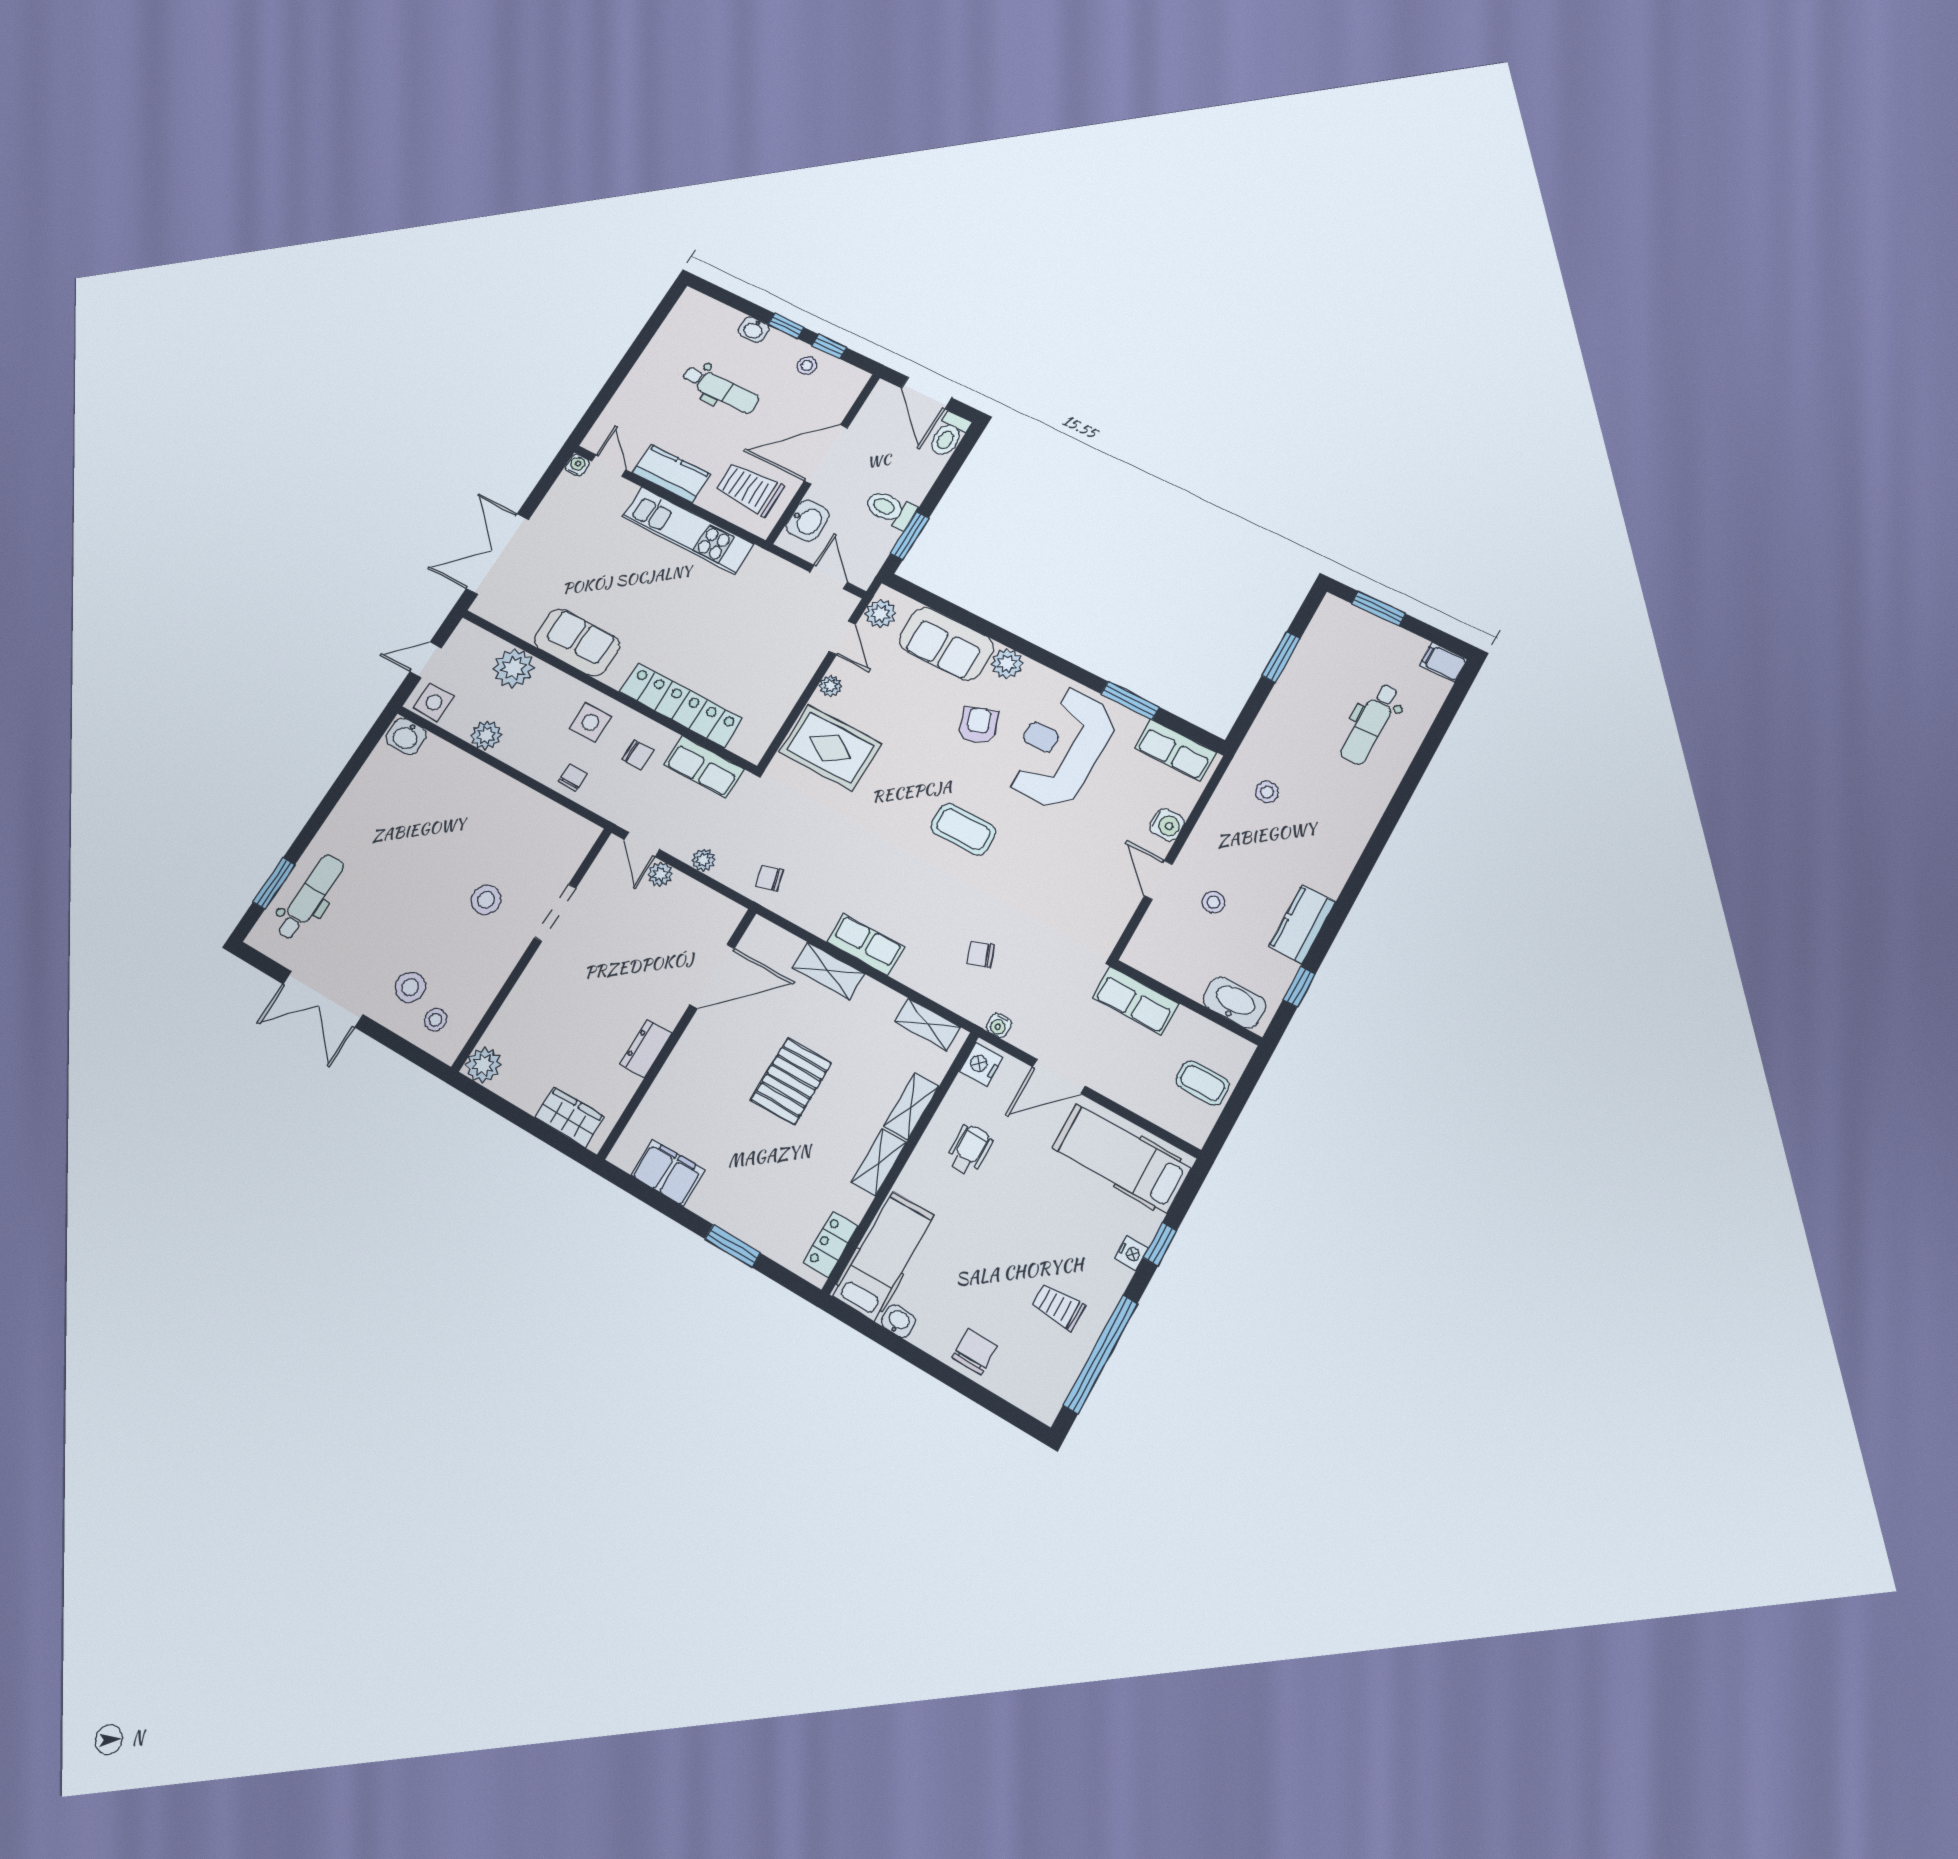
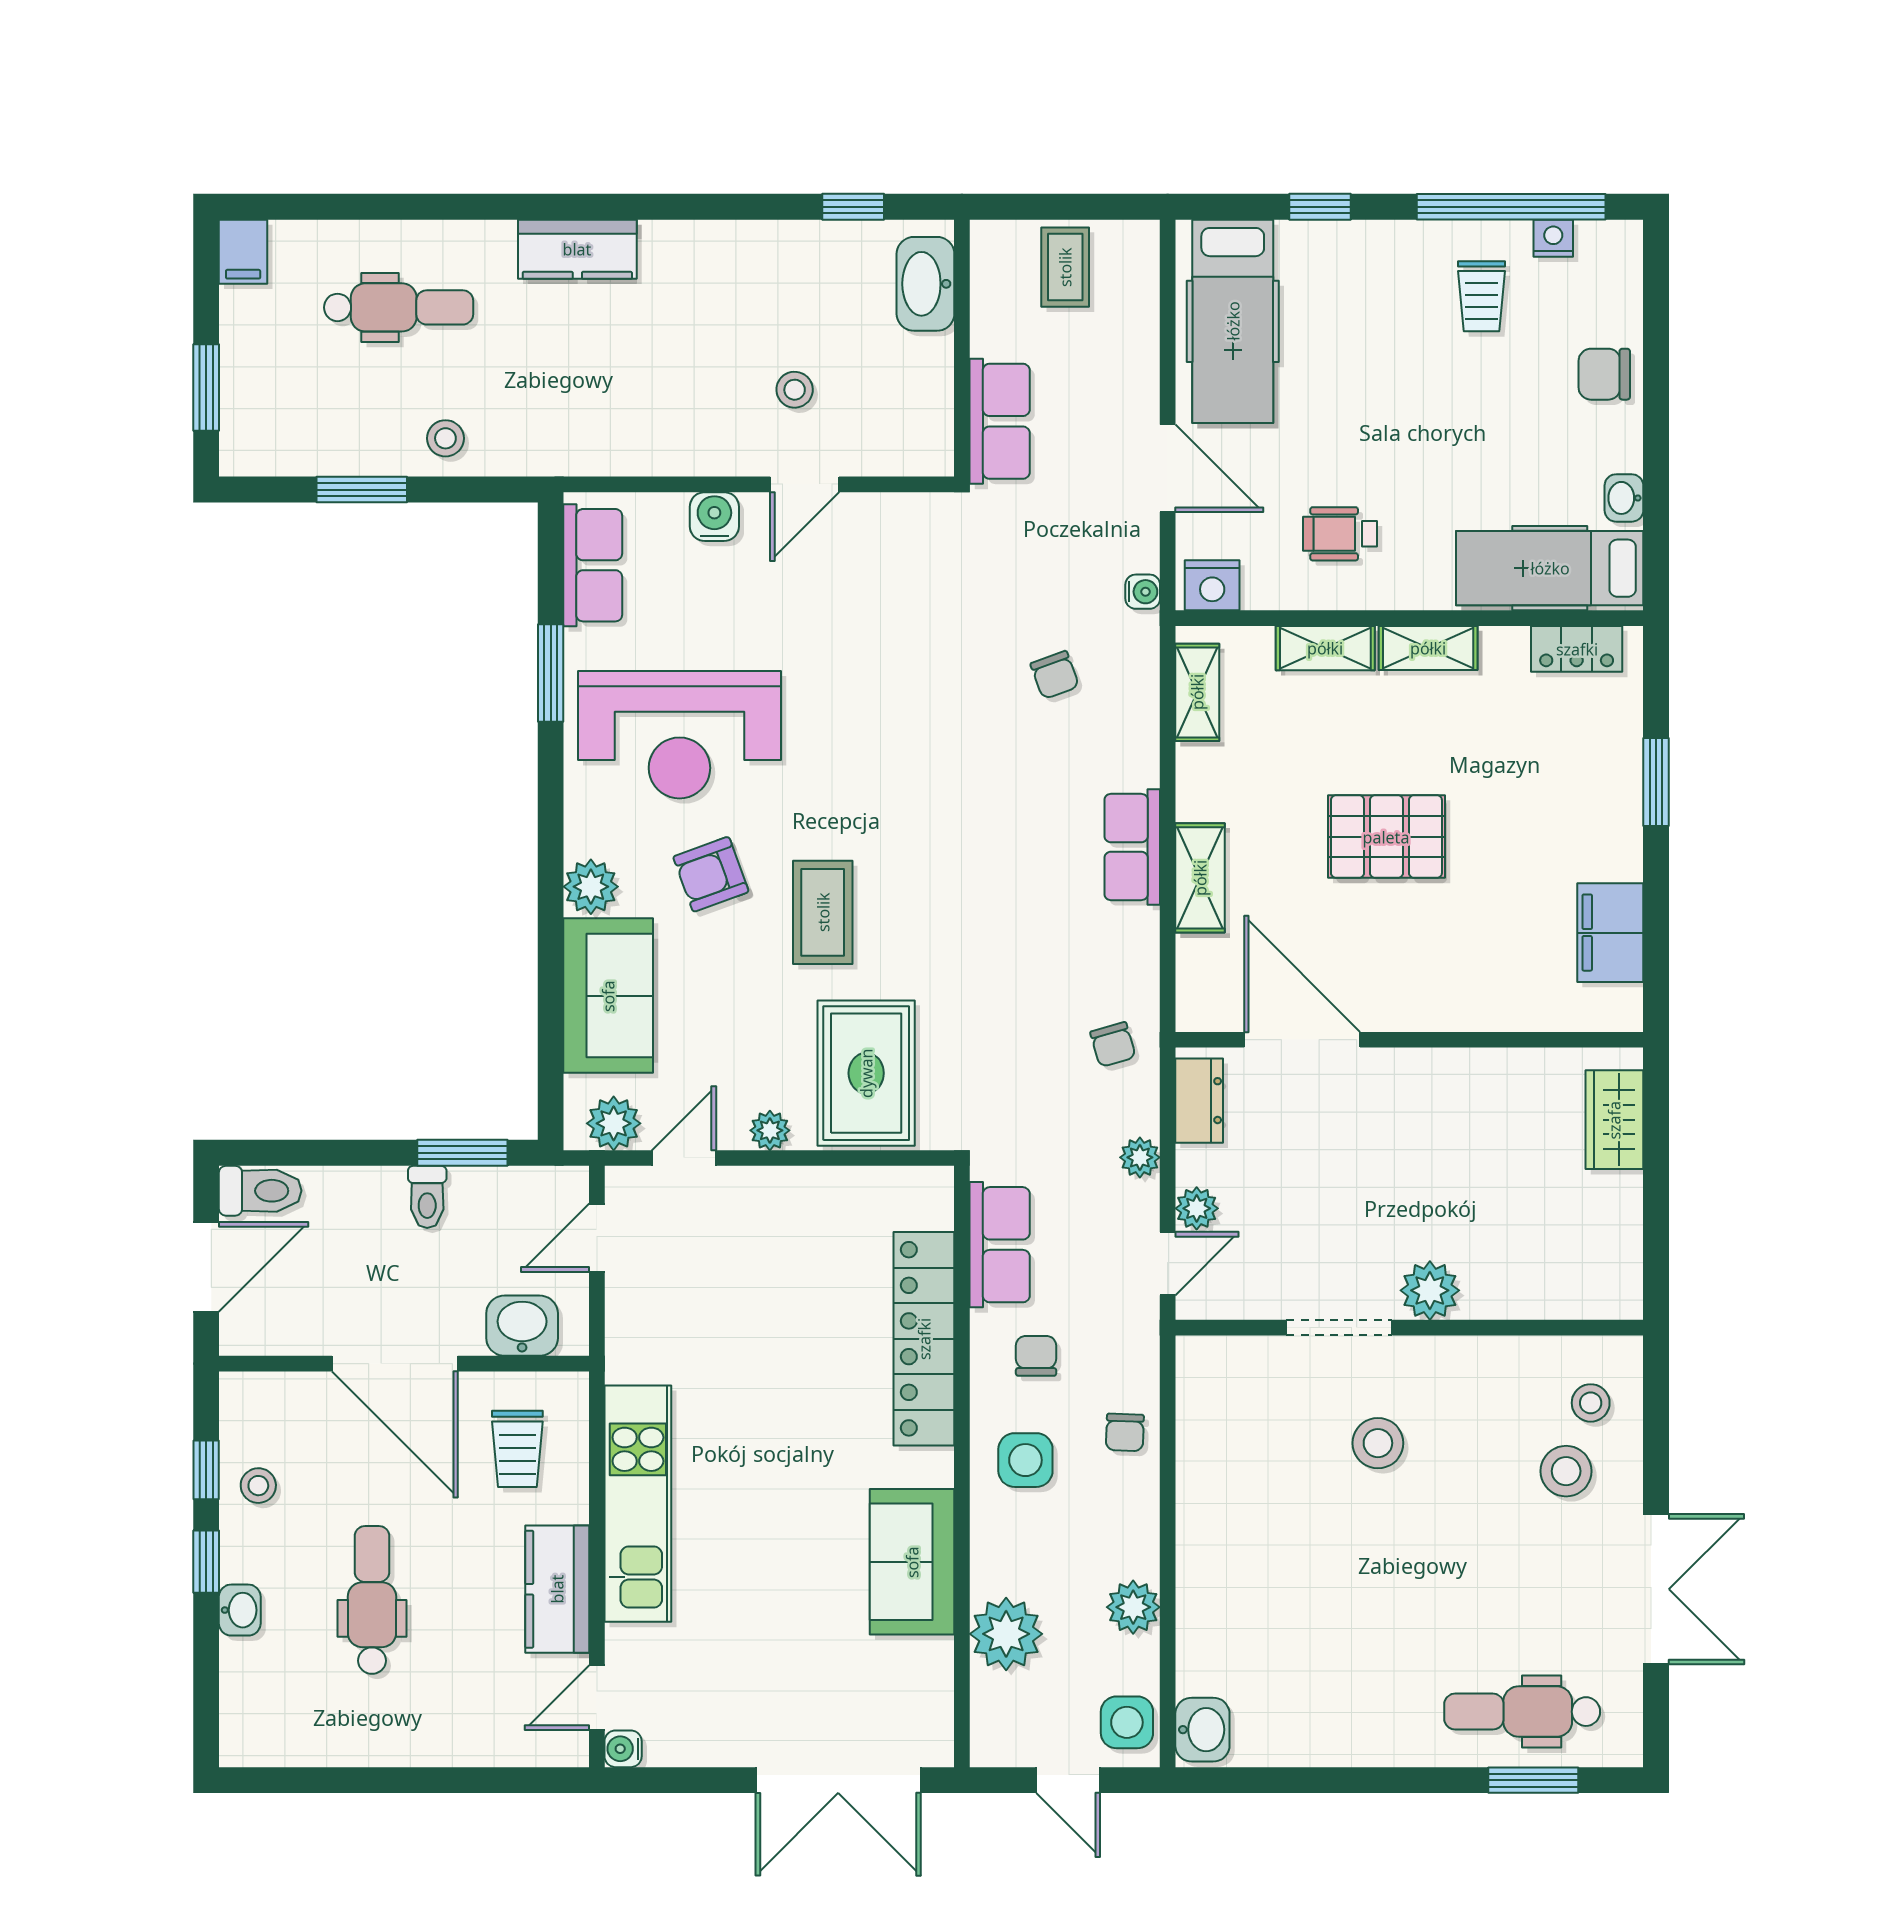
trolley: (749, 489) -> (517, 1449), width x0.73, depth x0.72
toilet: (890, 509) -> (427, 1197), width x0.73, depth x0.72
chair: (573, 778) -> (1125, 1432), turned -88
stool: (1267, 792) -> (445, 438), moved
coffee table: (963, 829) -> (823, 912), moved
kitchen counter: (1302, 924) -> (577, 249), moved
dresser: (646, 1048) -> (1199, 1101), moved, turned -90
plant: (483, 1065) -> (1430, 1290), moved
nightstand: (1131, 1253) -> (1553, 238), moved

